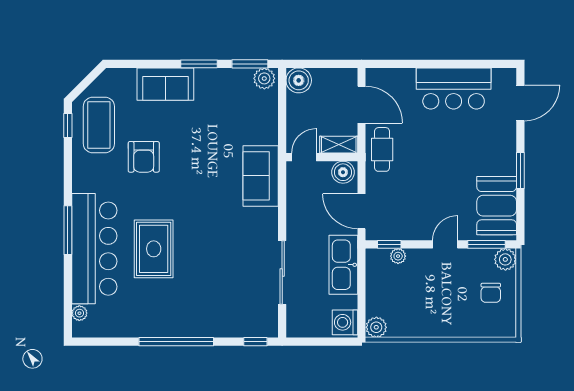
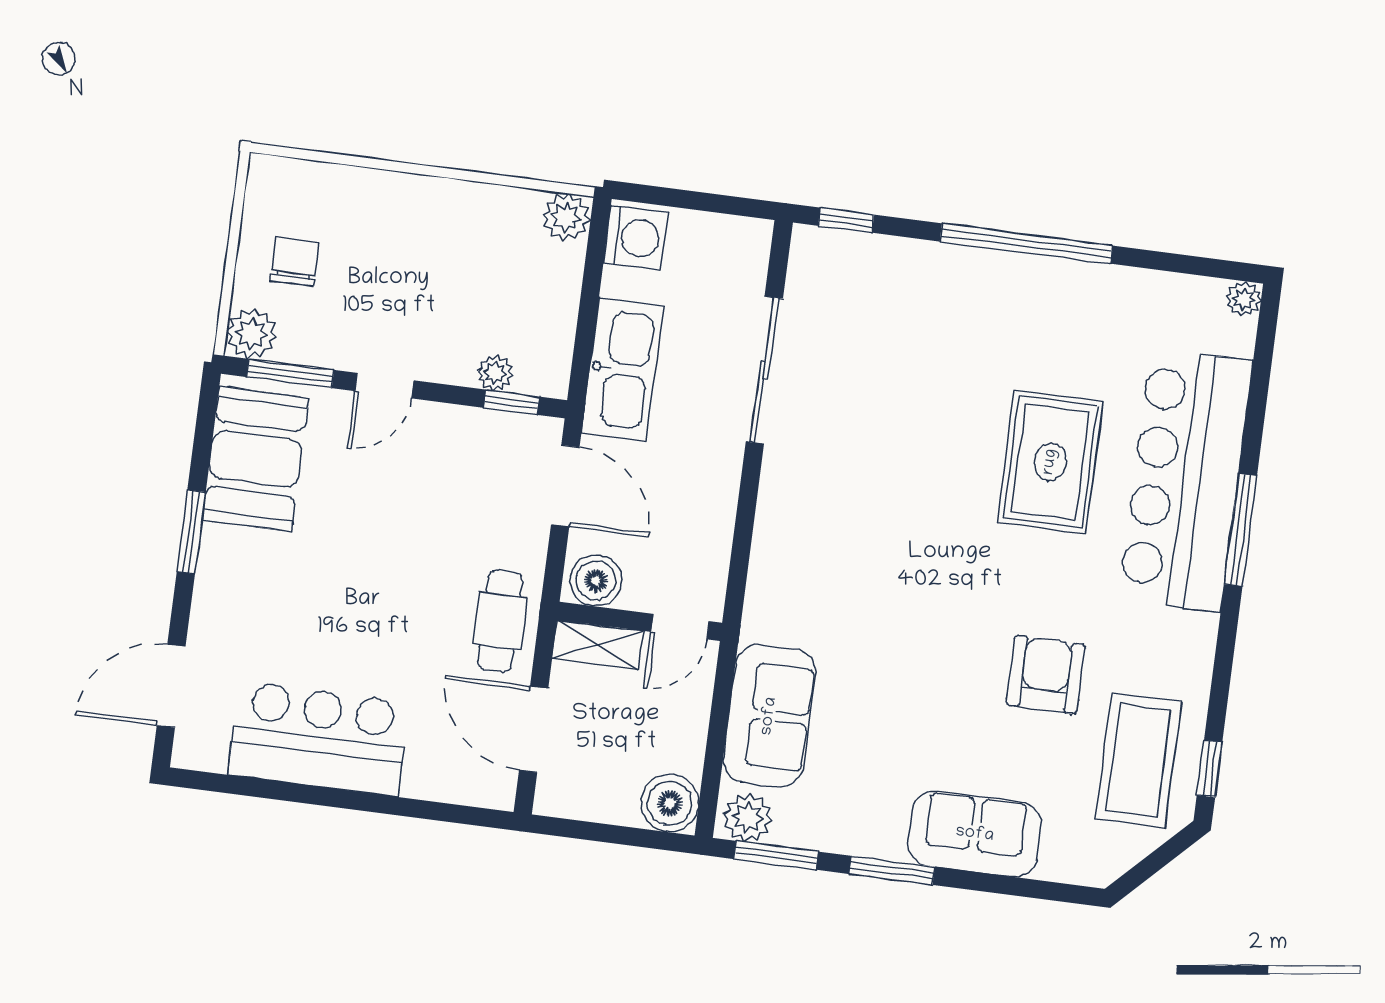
sofa: (261, 176) -> (769, 716), moved
plant: (79, 313) -> (1243, 299), moved

